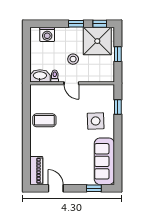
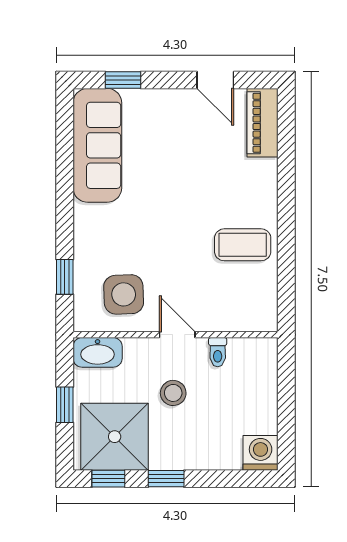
washing machine: (47, 34) -> (261, 453), moved
washbasin: (40, 76) -> (98, 352), moved
side table: (96, 121) -> (124, 294), moved

